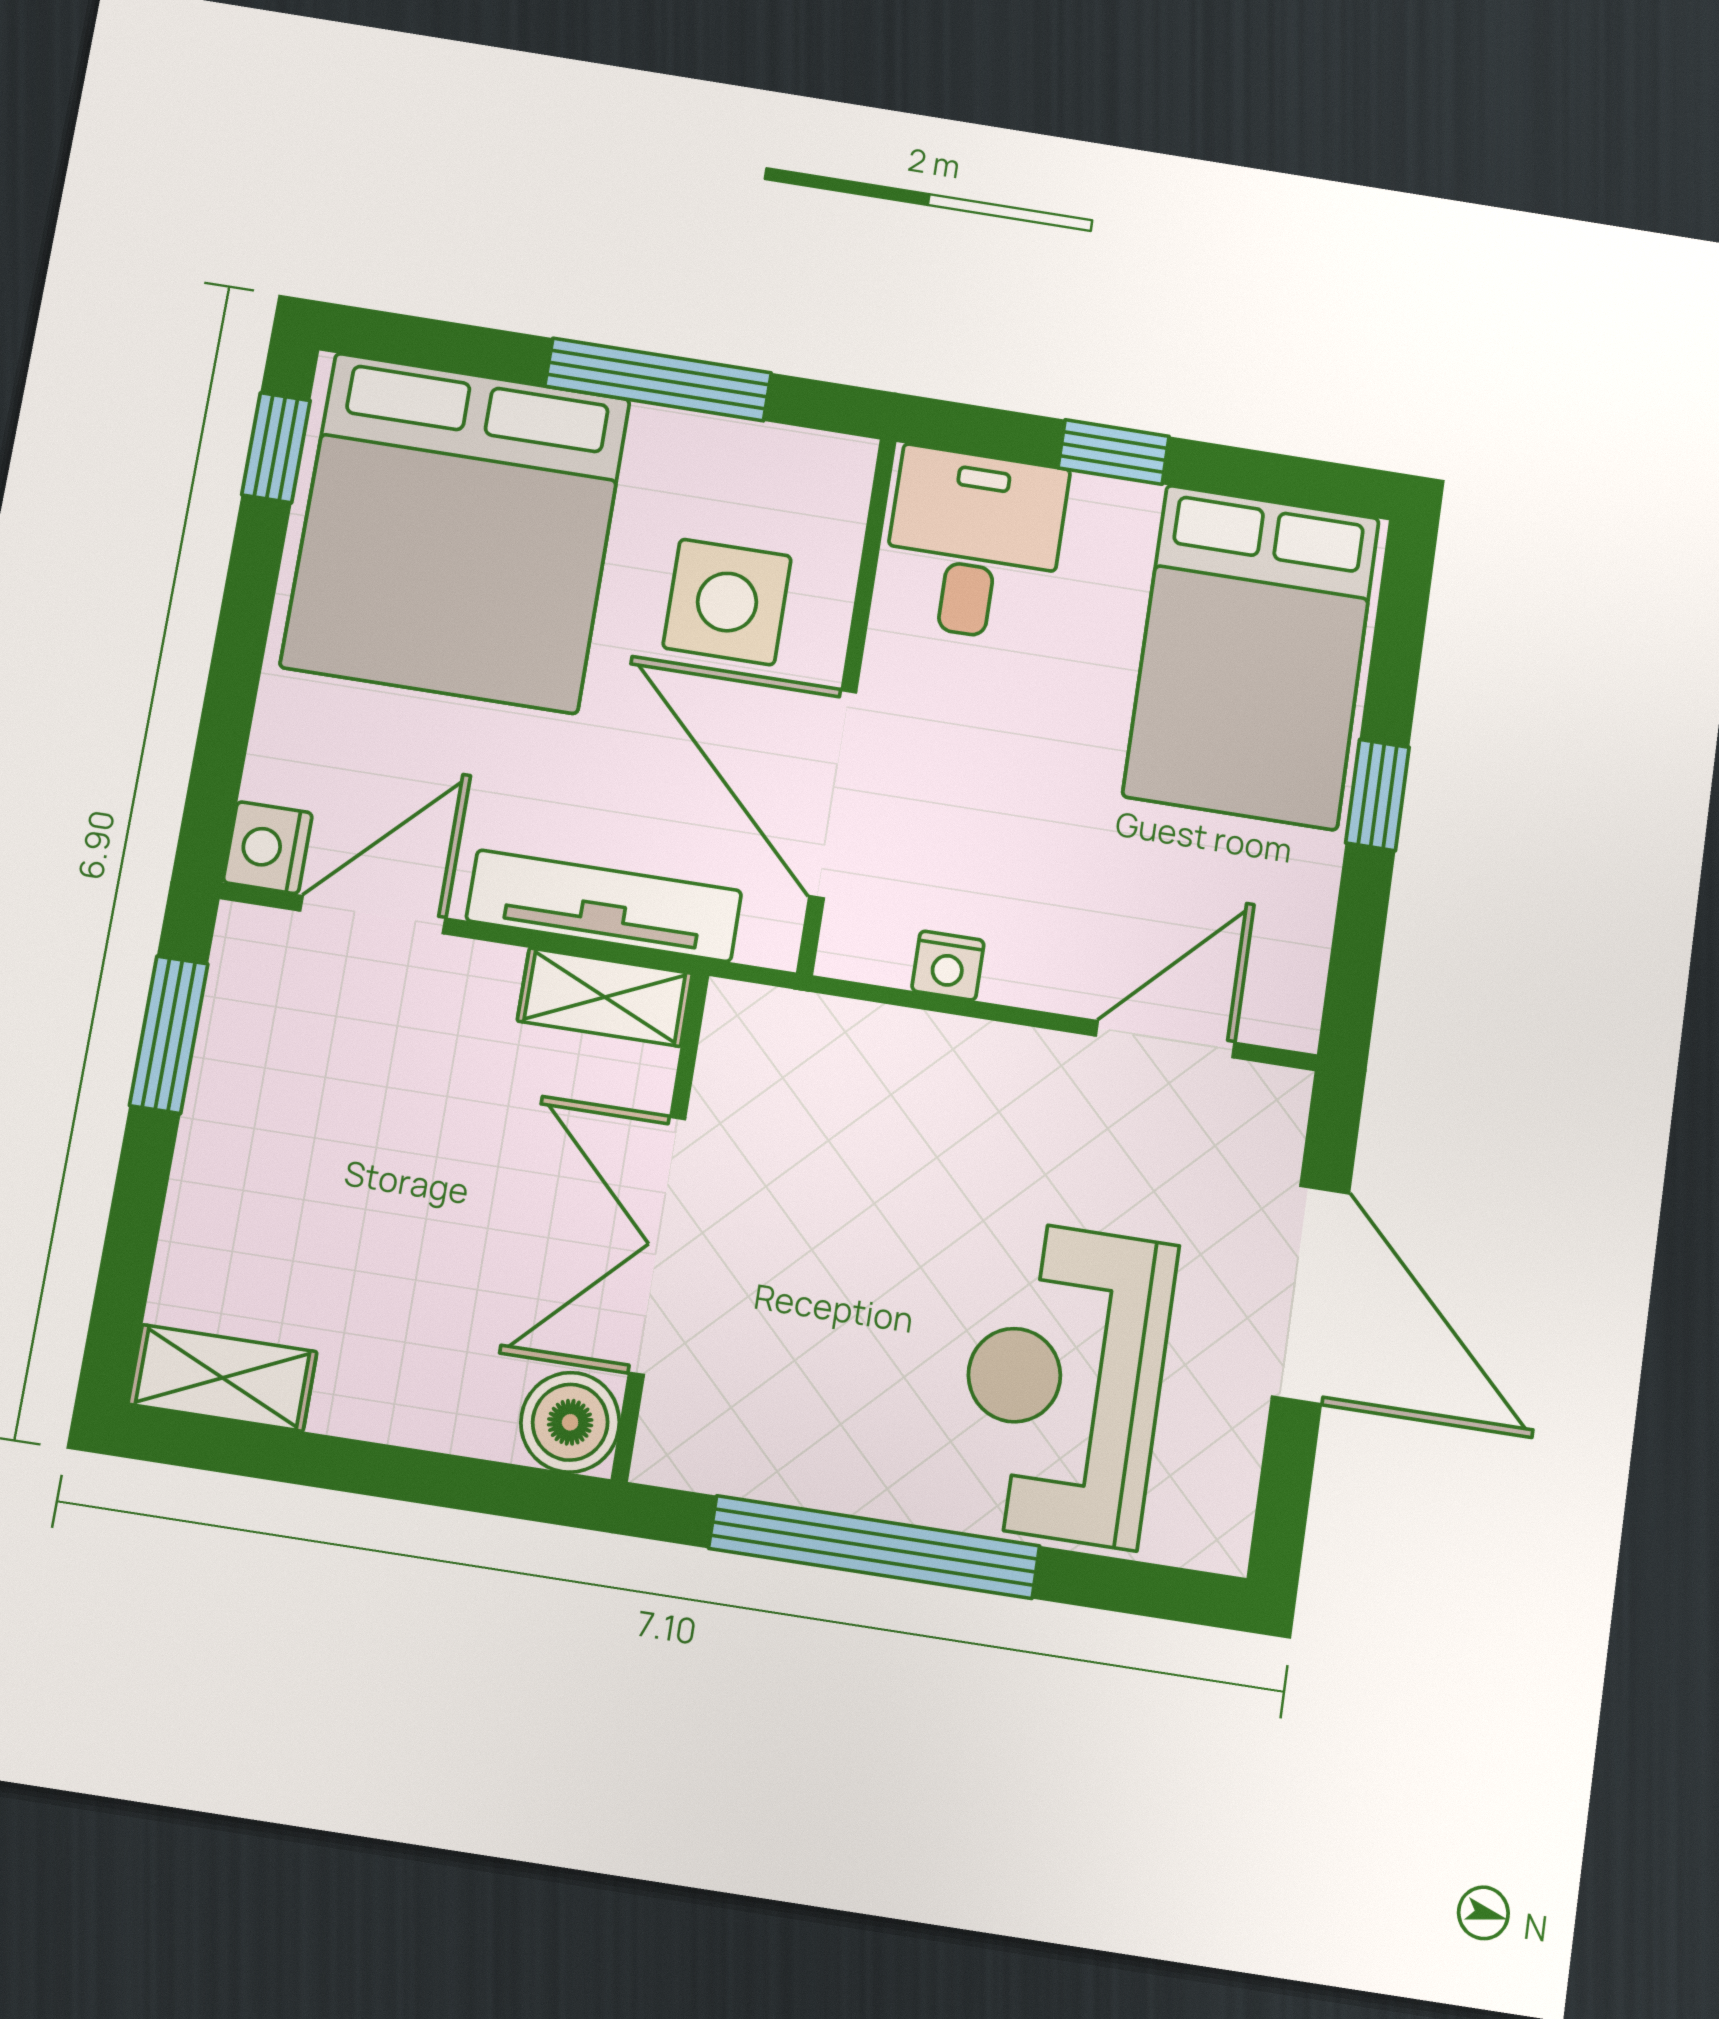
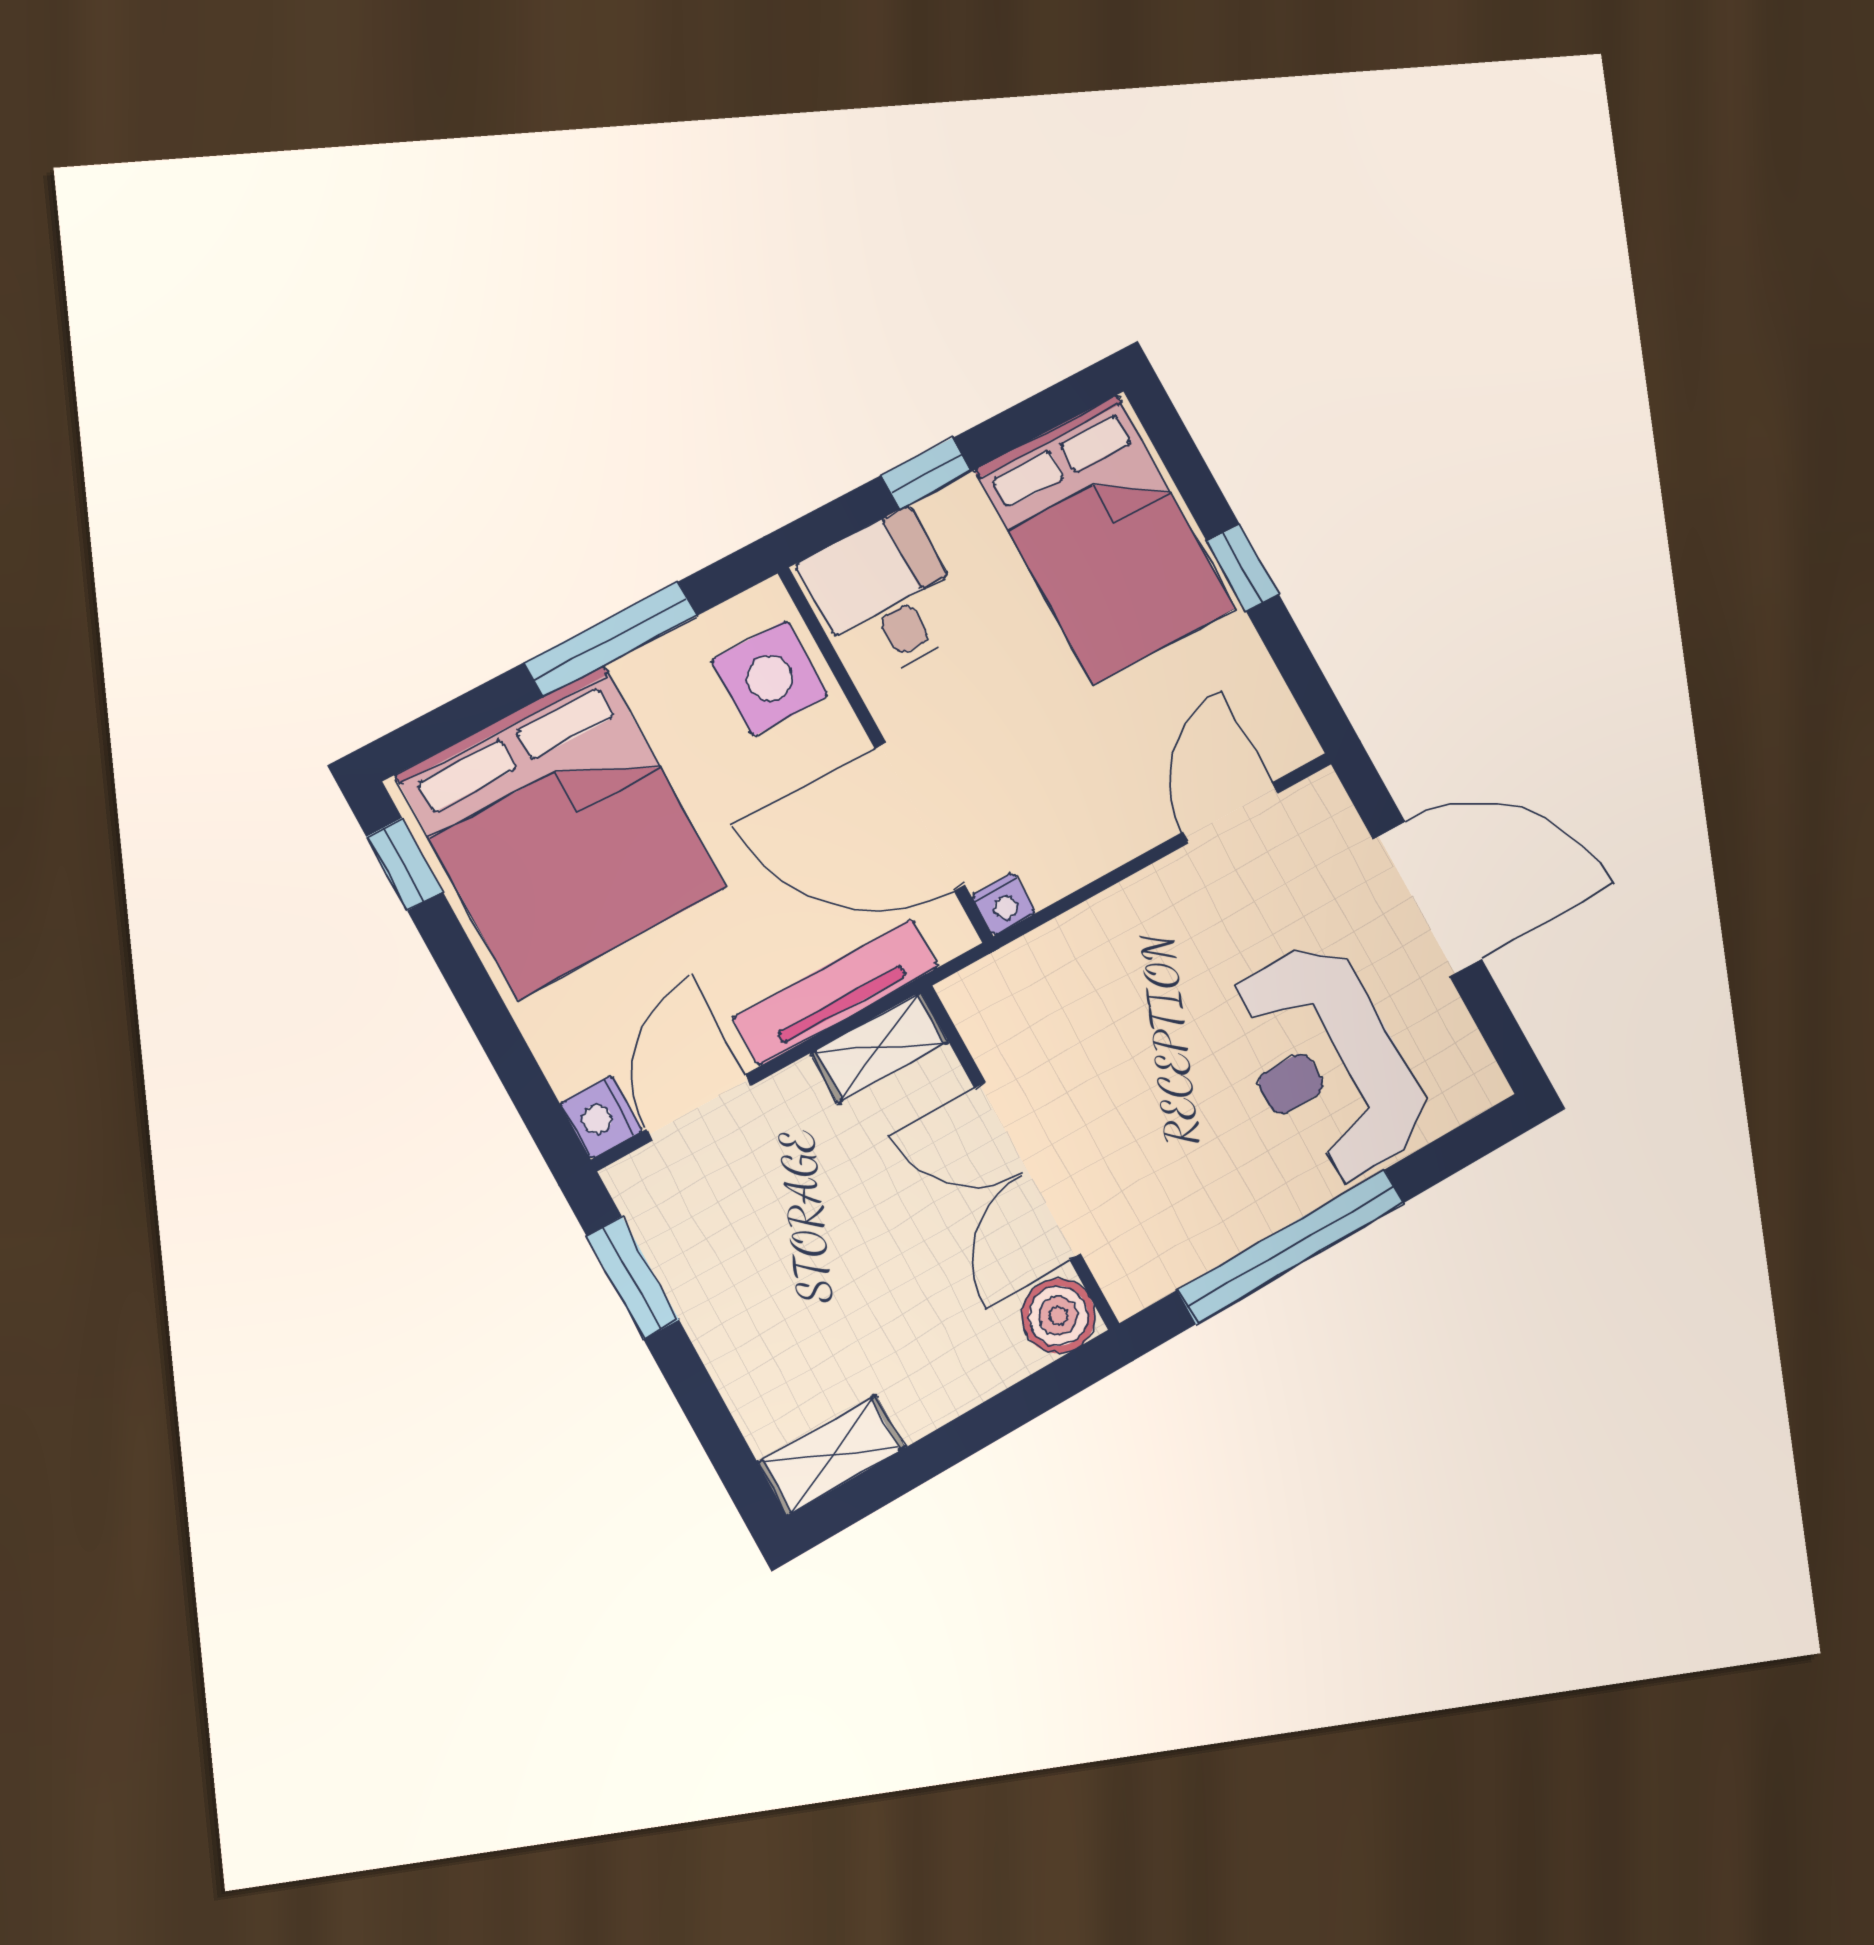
side table: (727, 602) -> (770, 678), moved
nightstand: (948, 966) -> (1004, 904), moved

